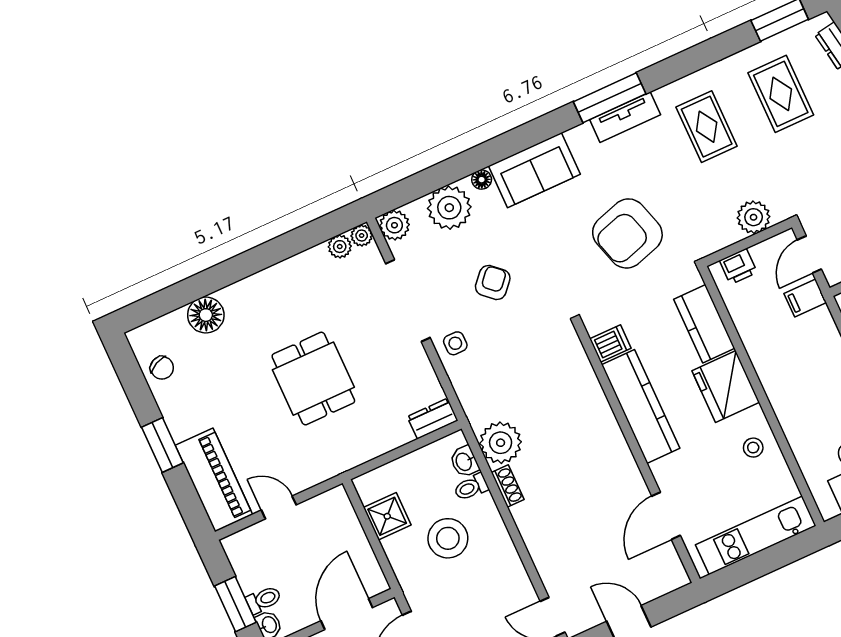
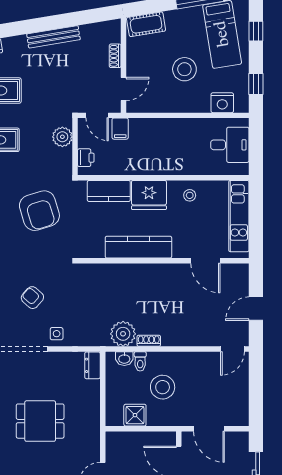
dishwasher: (610, 343) -> (96, 248), removed

